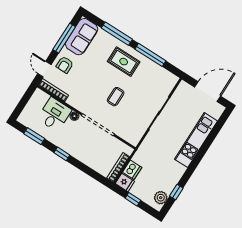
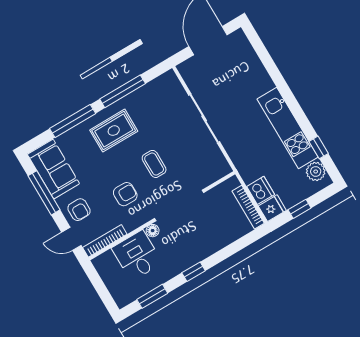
armchair: (88, 88) -> (125, 194), added
kitchen unit: (196, 140) -> (288, 128), moved

